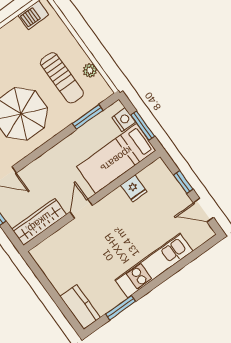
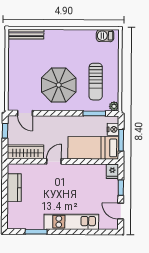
plant: (90, 70) -> (114, 106), moved
fridge: (134, 188) -> (112, 171), moved
kitchen counter: (80, 307) -> (14, 188), moved

